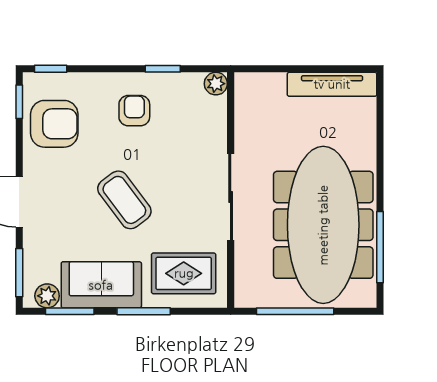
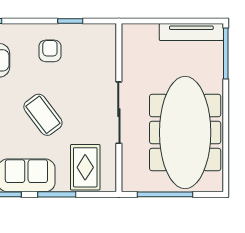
plant: (216, 84) -> (108, 32), removed
window: (380, 247) -> (226, 53), moved
rug: (184, 273) -> (85, 167), turned 90

